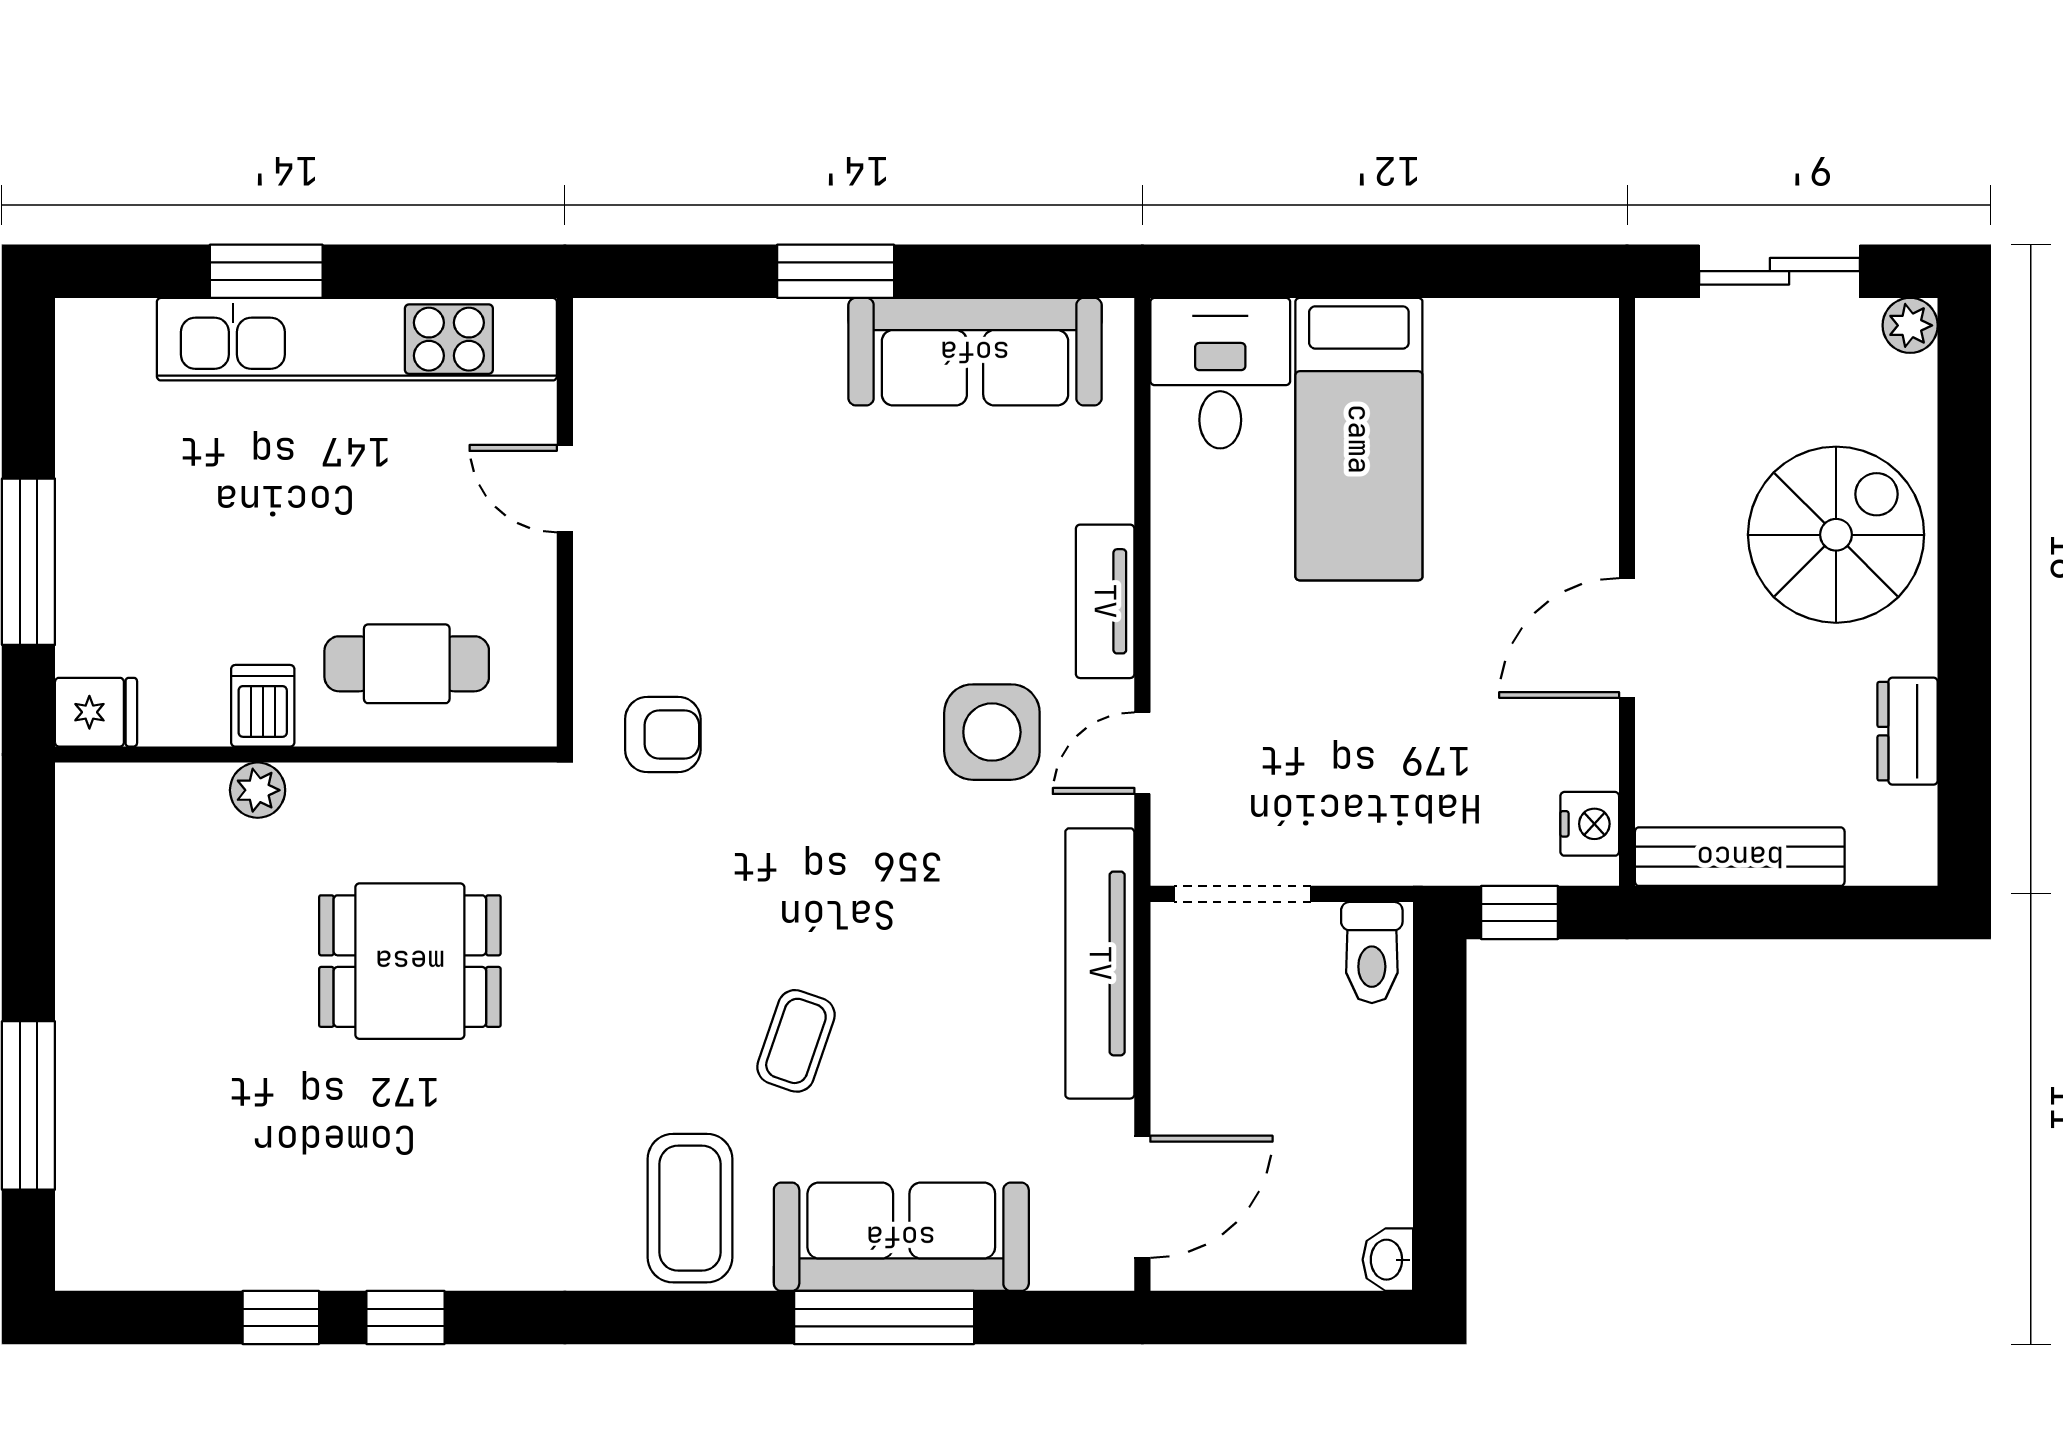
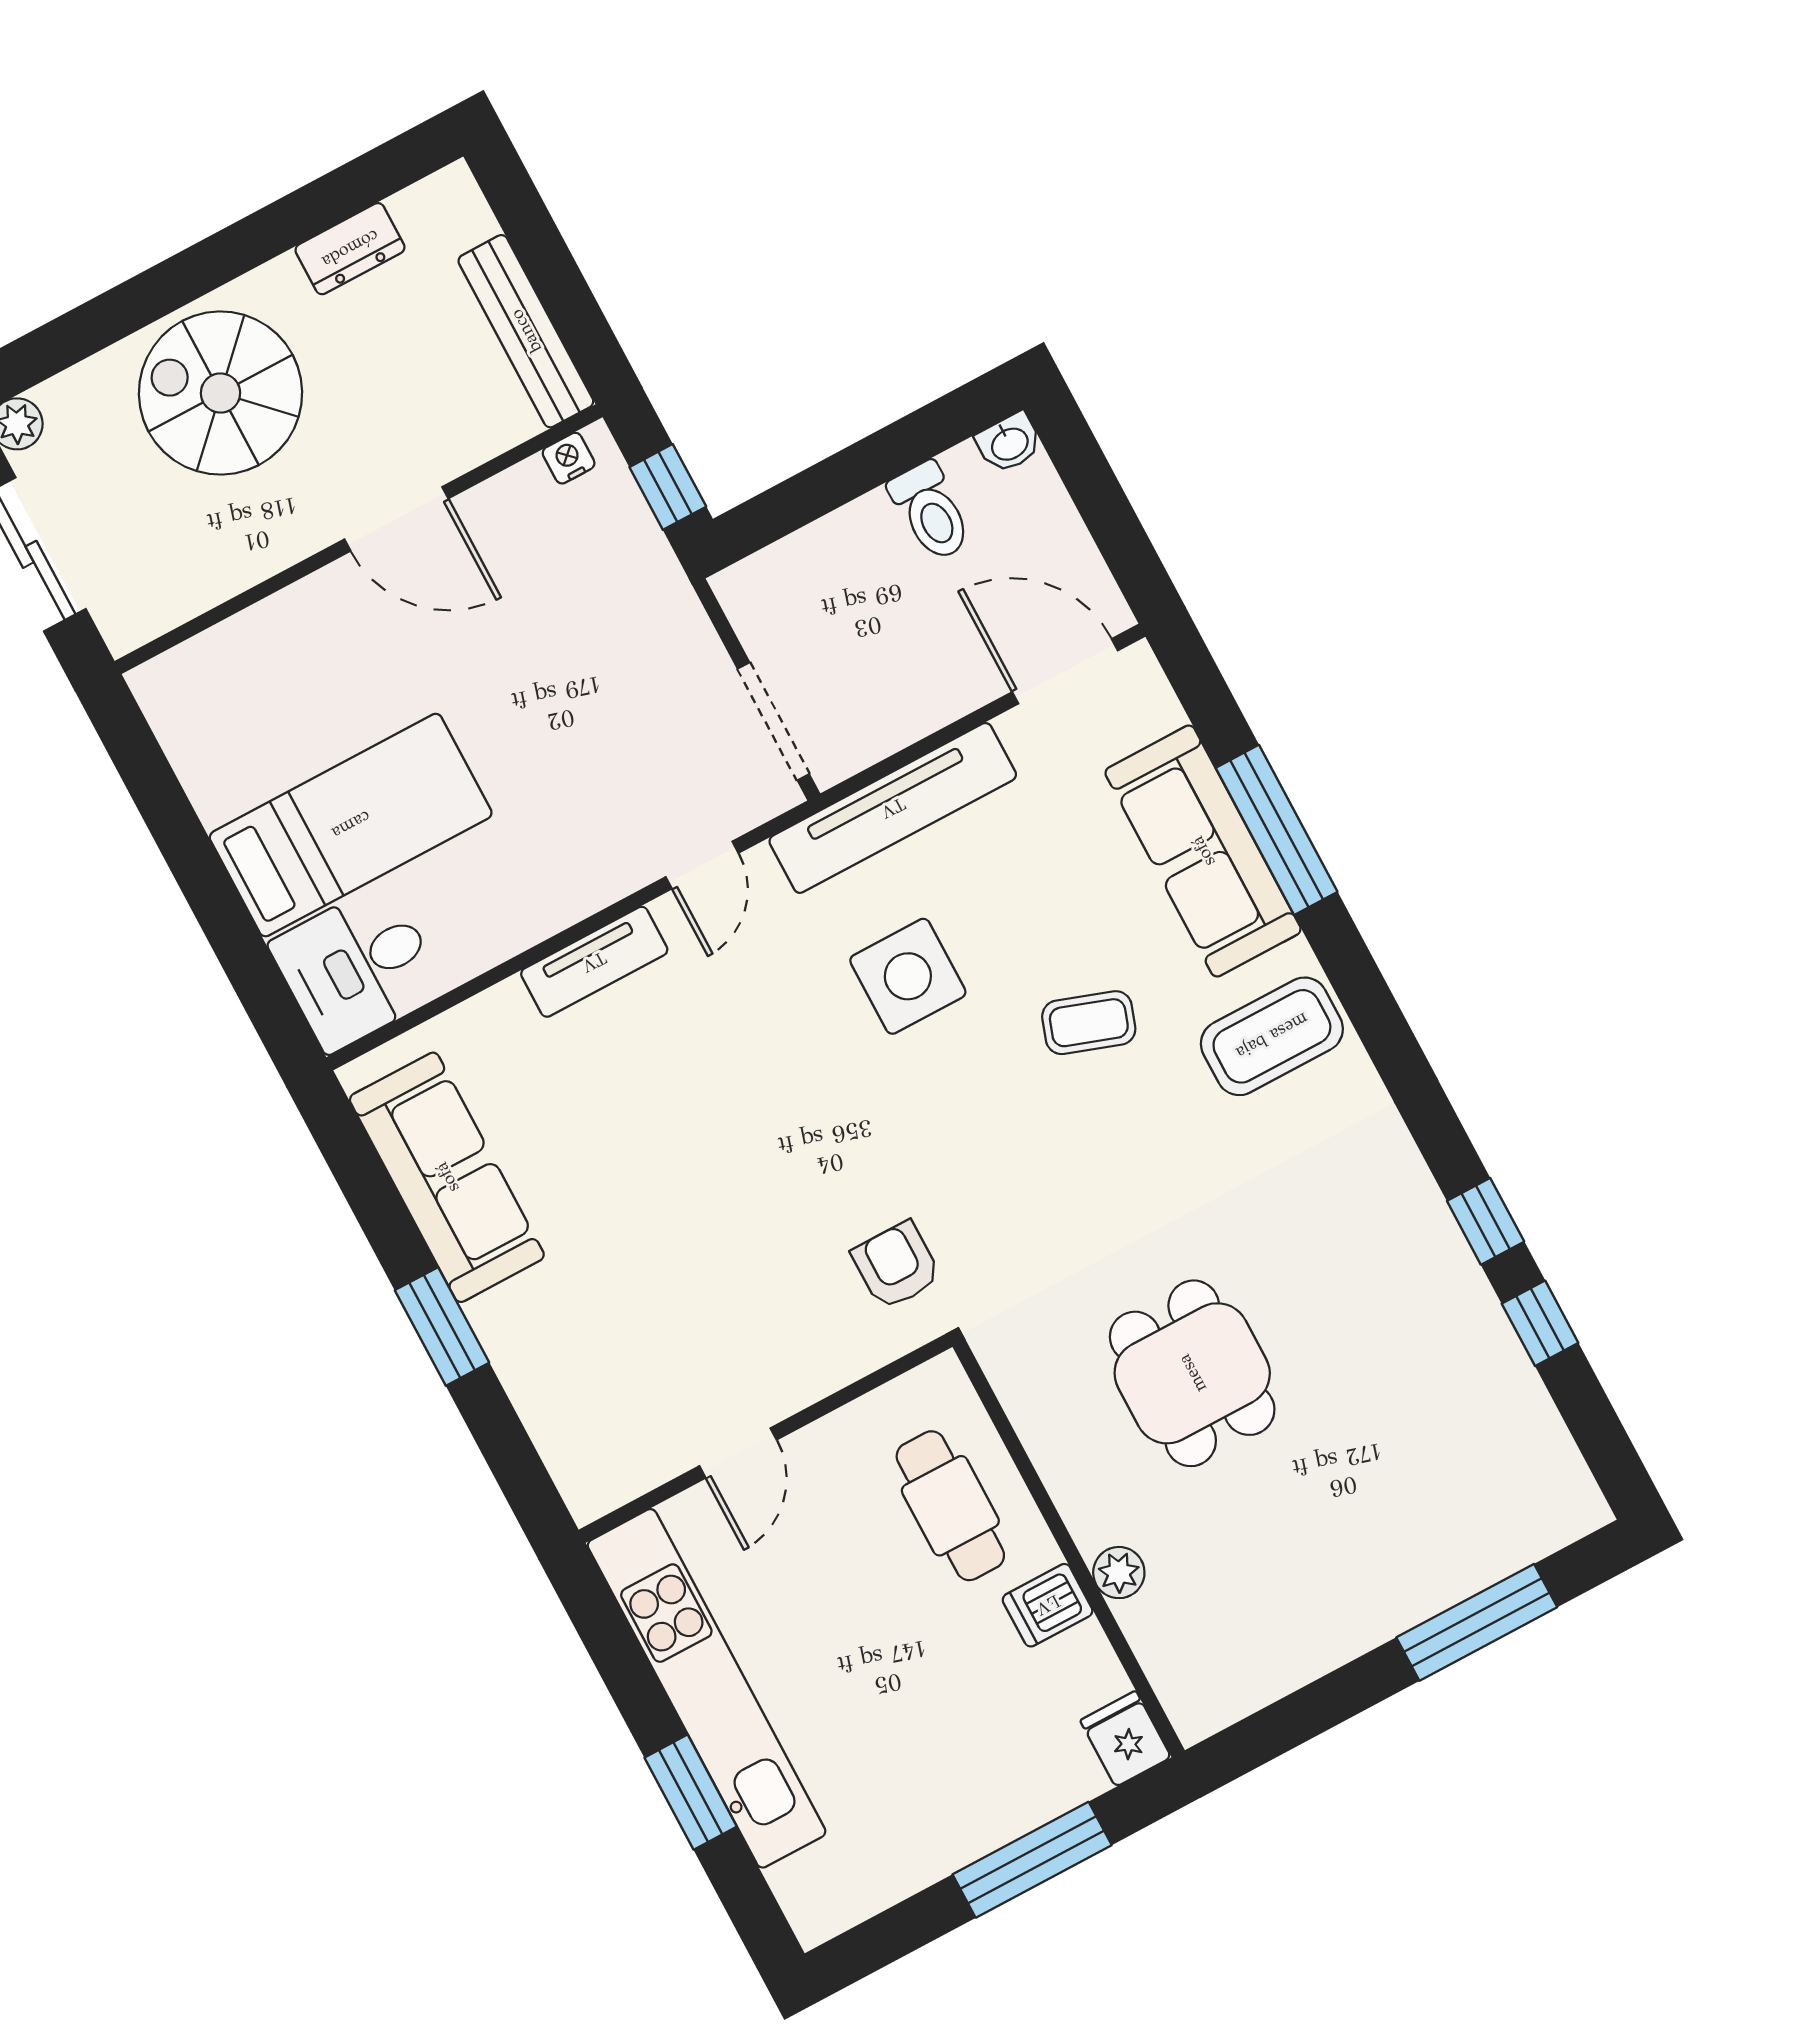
side table: (992, 732) -> (908, 976), moved
door: (1142, 753) -> (702, 865), hinge flipped
nightstand: (1590, 824) -> (569, 458), width x0.72, depth x0.74
toilet: (1372, 952) -> (931, 511), moved, turned 90

